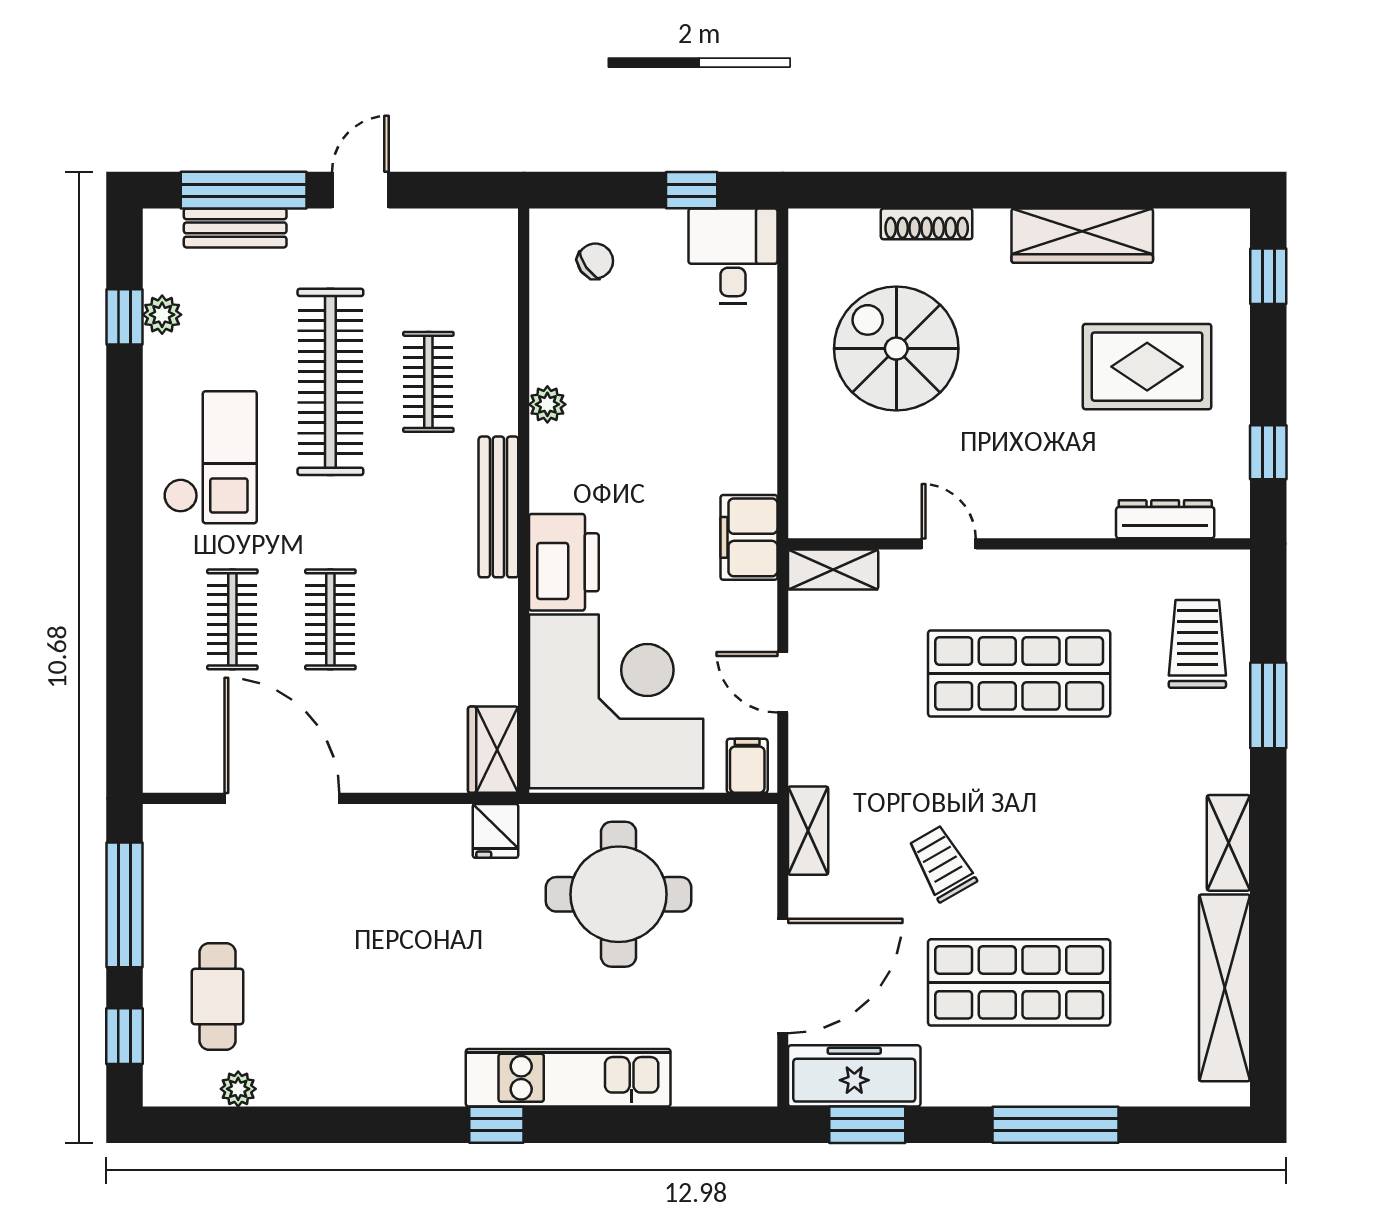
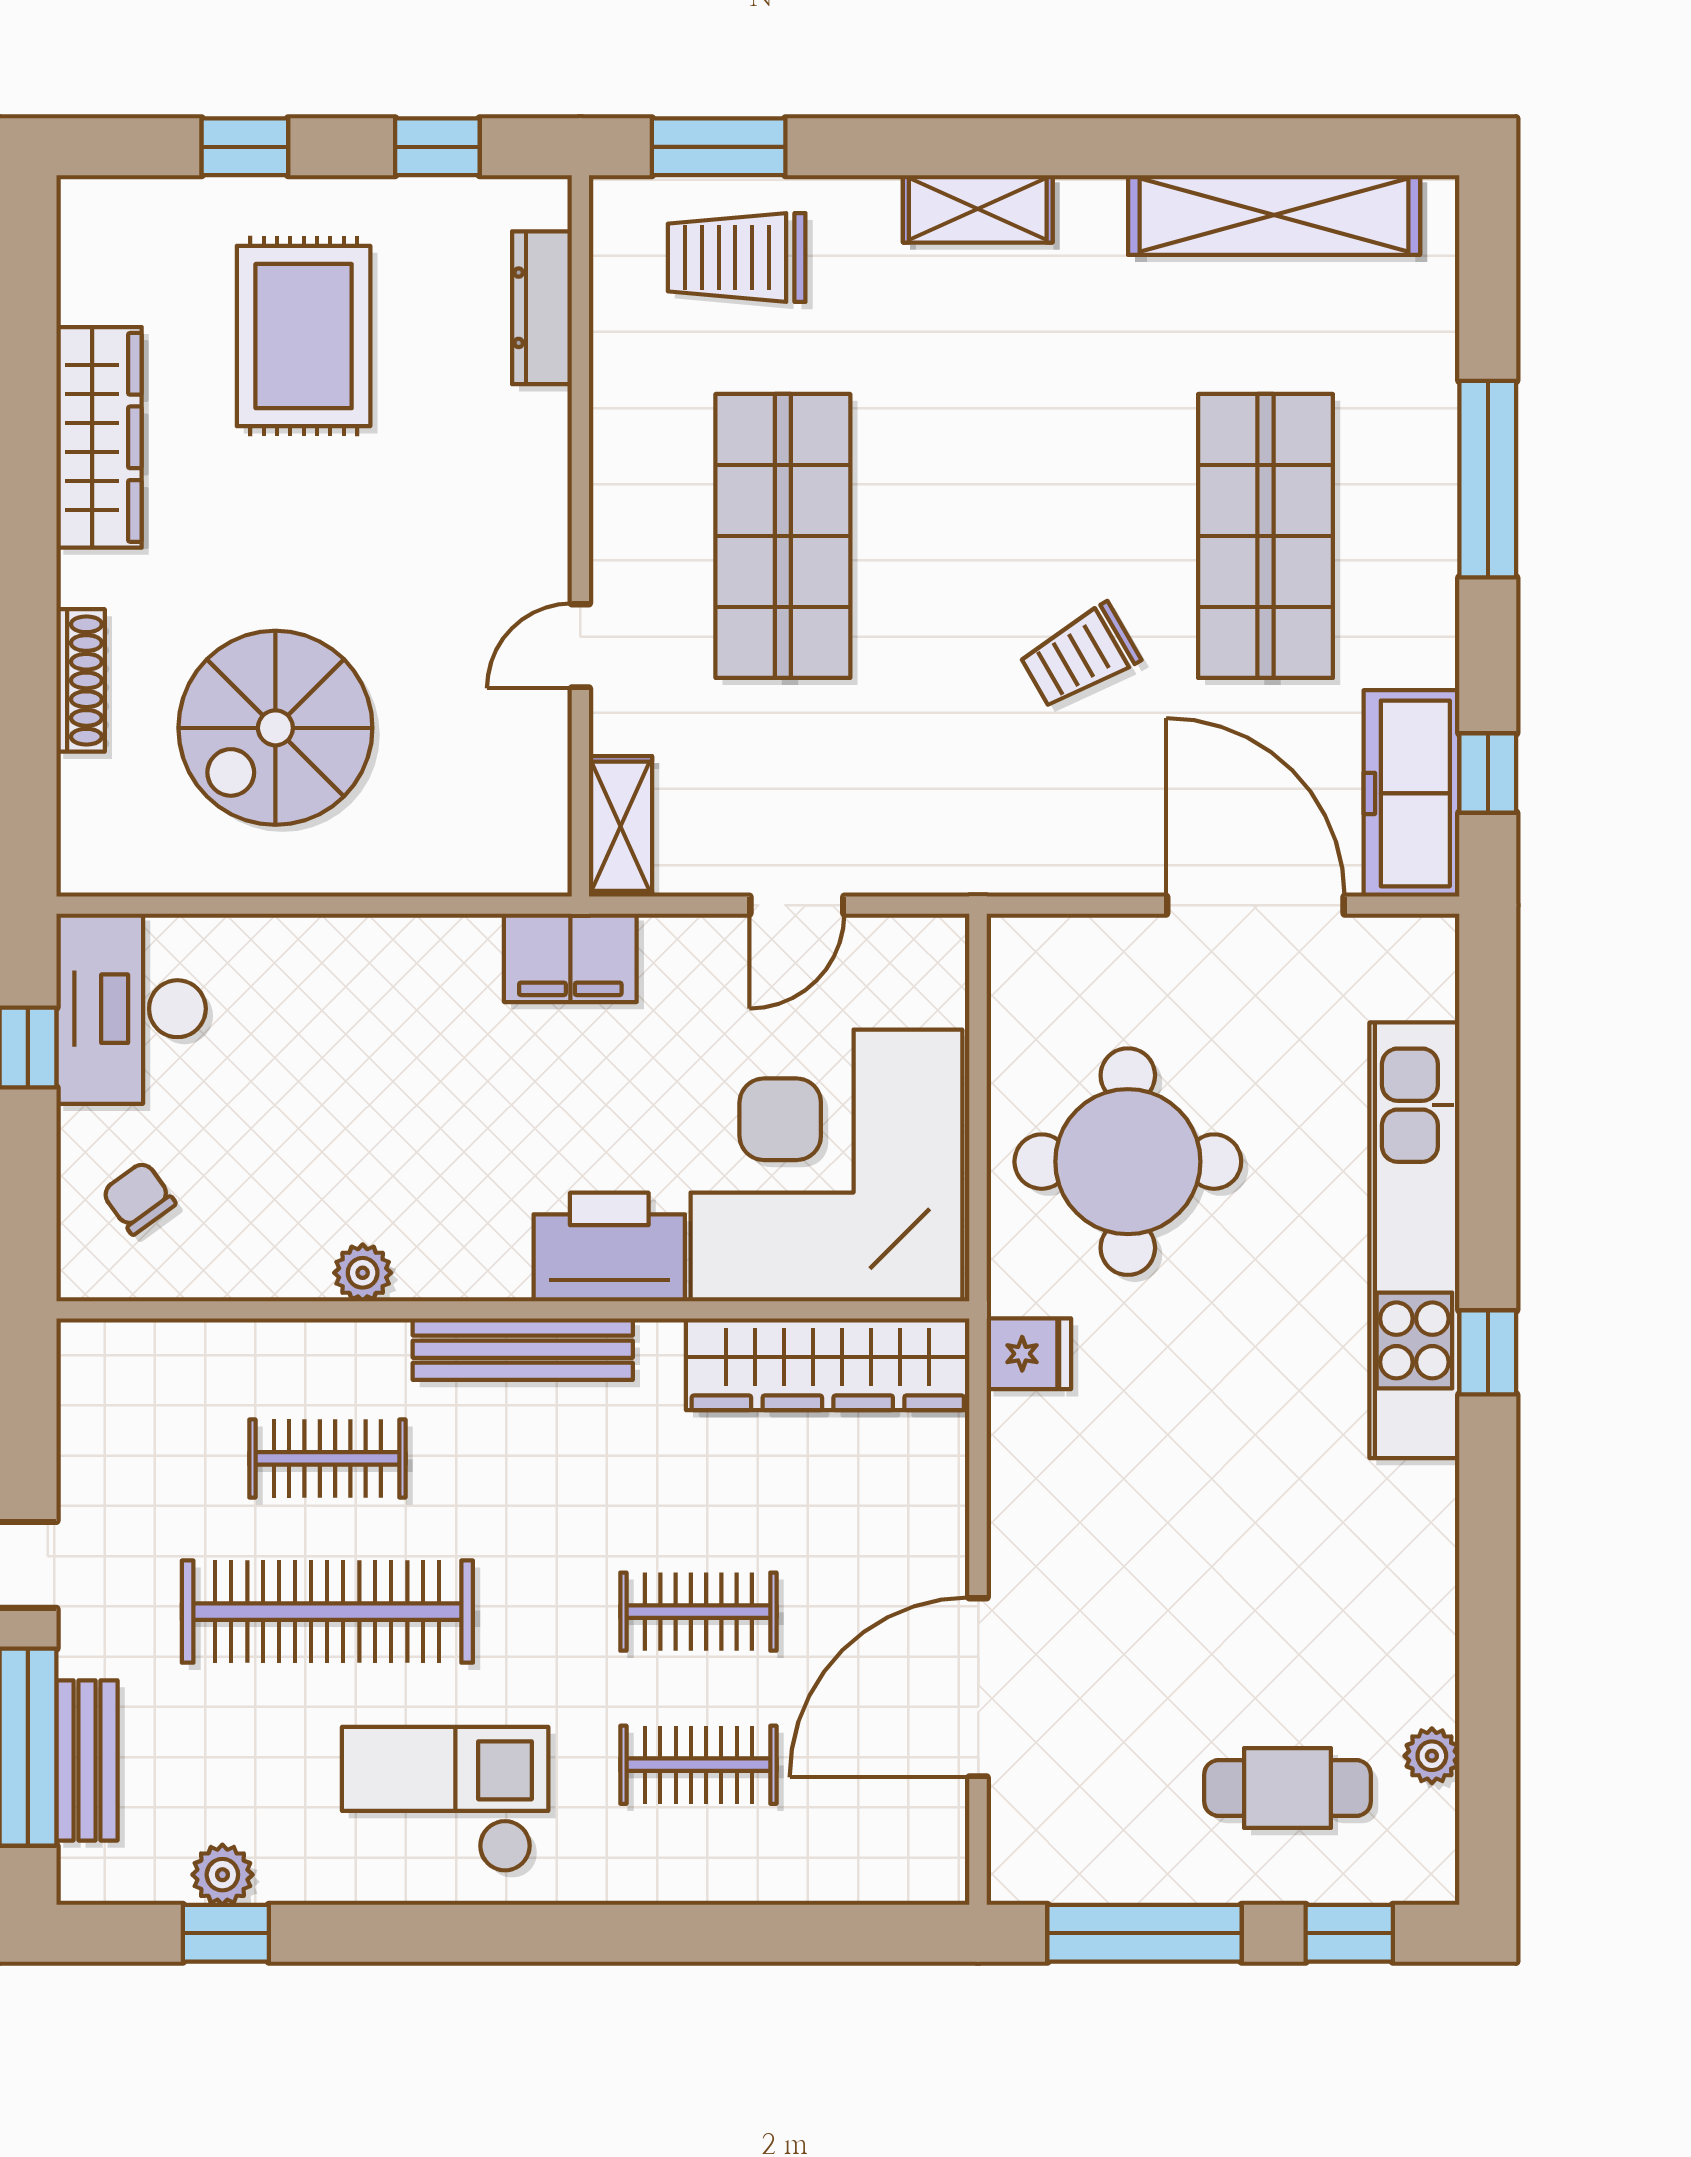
desk: (733, 256) -> (131, 1009), width x1.37
window: (1268, 276) -> (245, 147), moved
window: (1268, 705) -> (719, 147), moved
wardrobe: (493, 750) -> (828, 1364), width x2.10, depth x1.17
filing cabinet: (747, 766) -> (927, 961), removed
shelving: (808, 831) -> (1028, 865), removed
shelving: (1228, 843) -> (978, 209), moved
kitchen unit: (568, 1078) -> (1414, 1240), width x1.36
window: (867, 1125) -> (1488, 773), width x0.67

